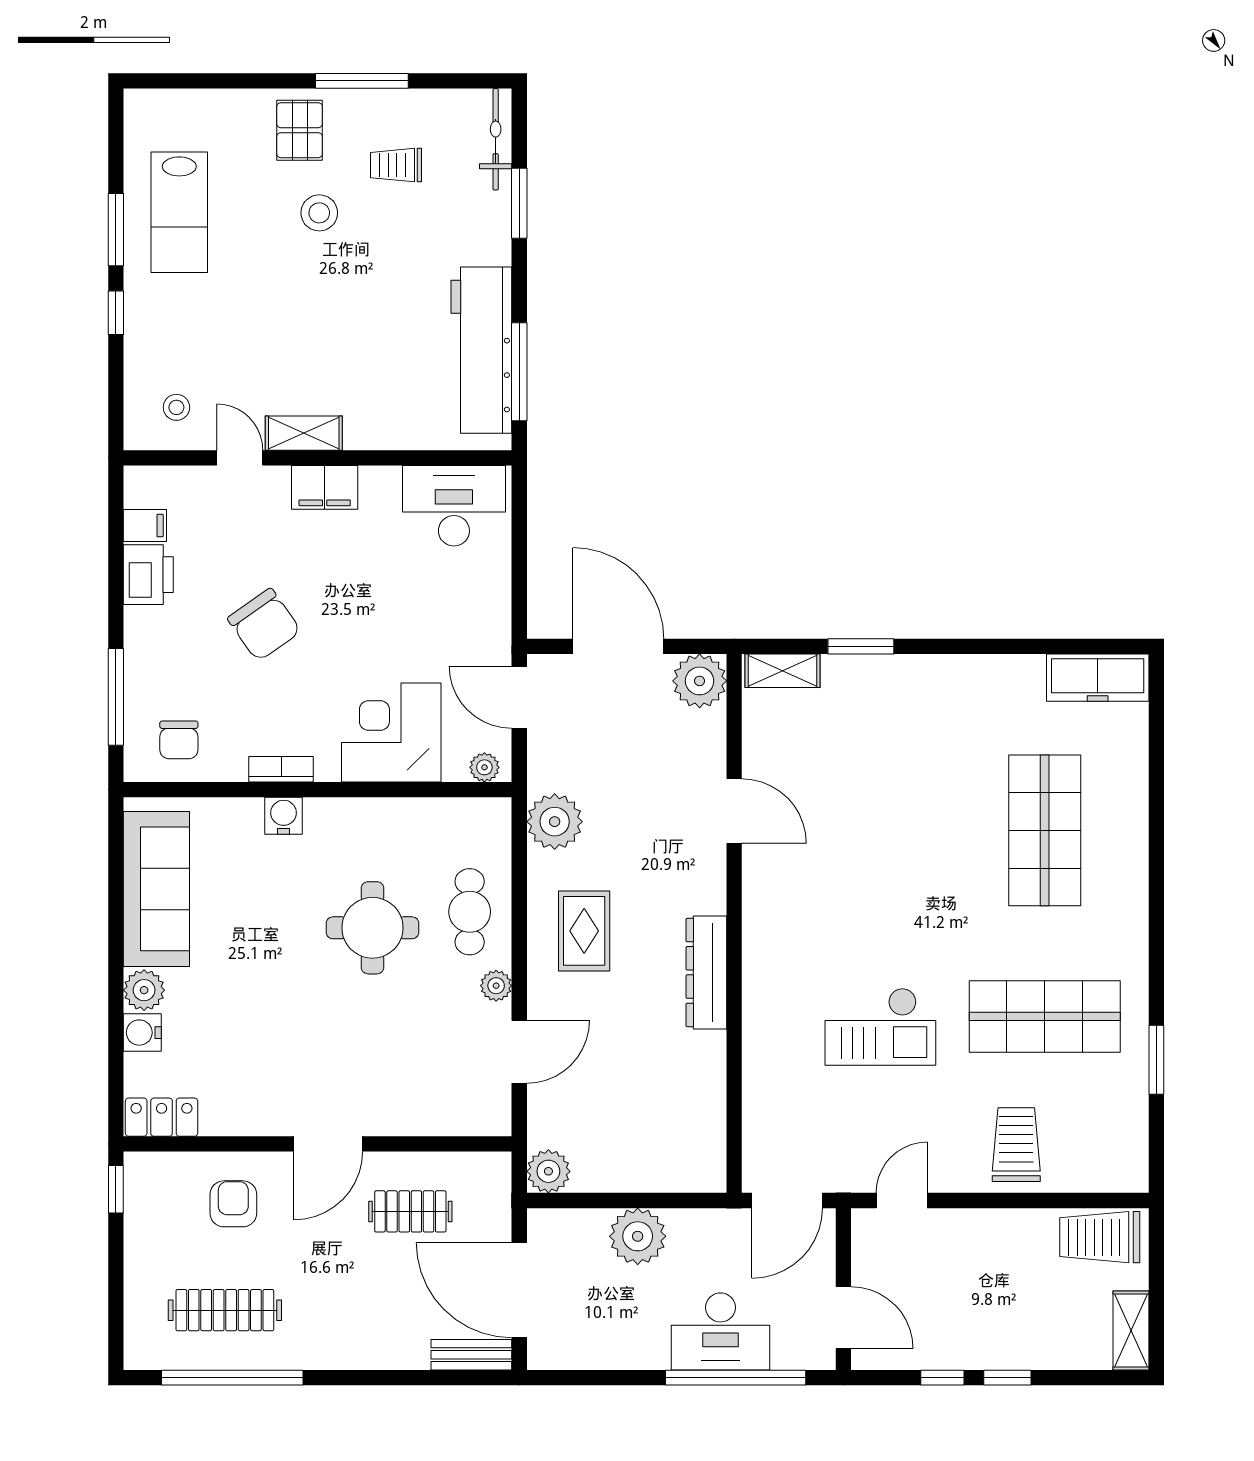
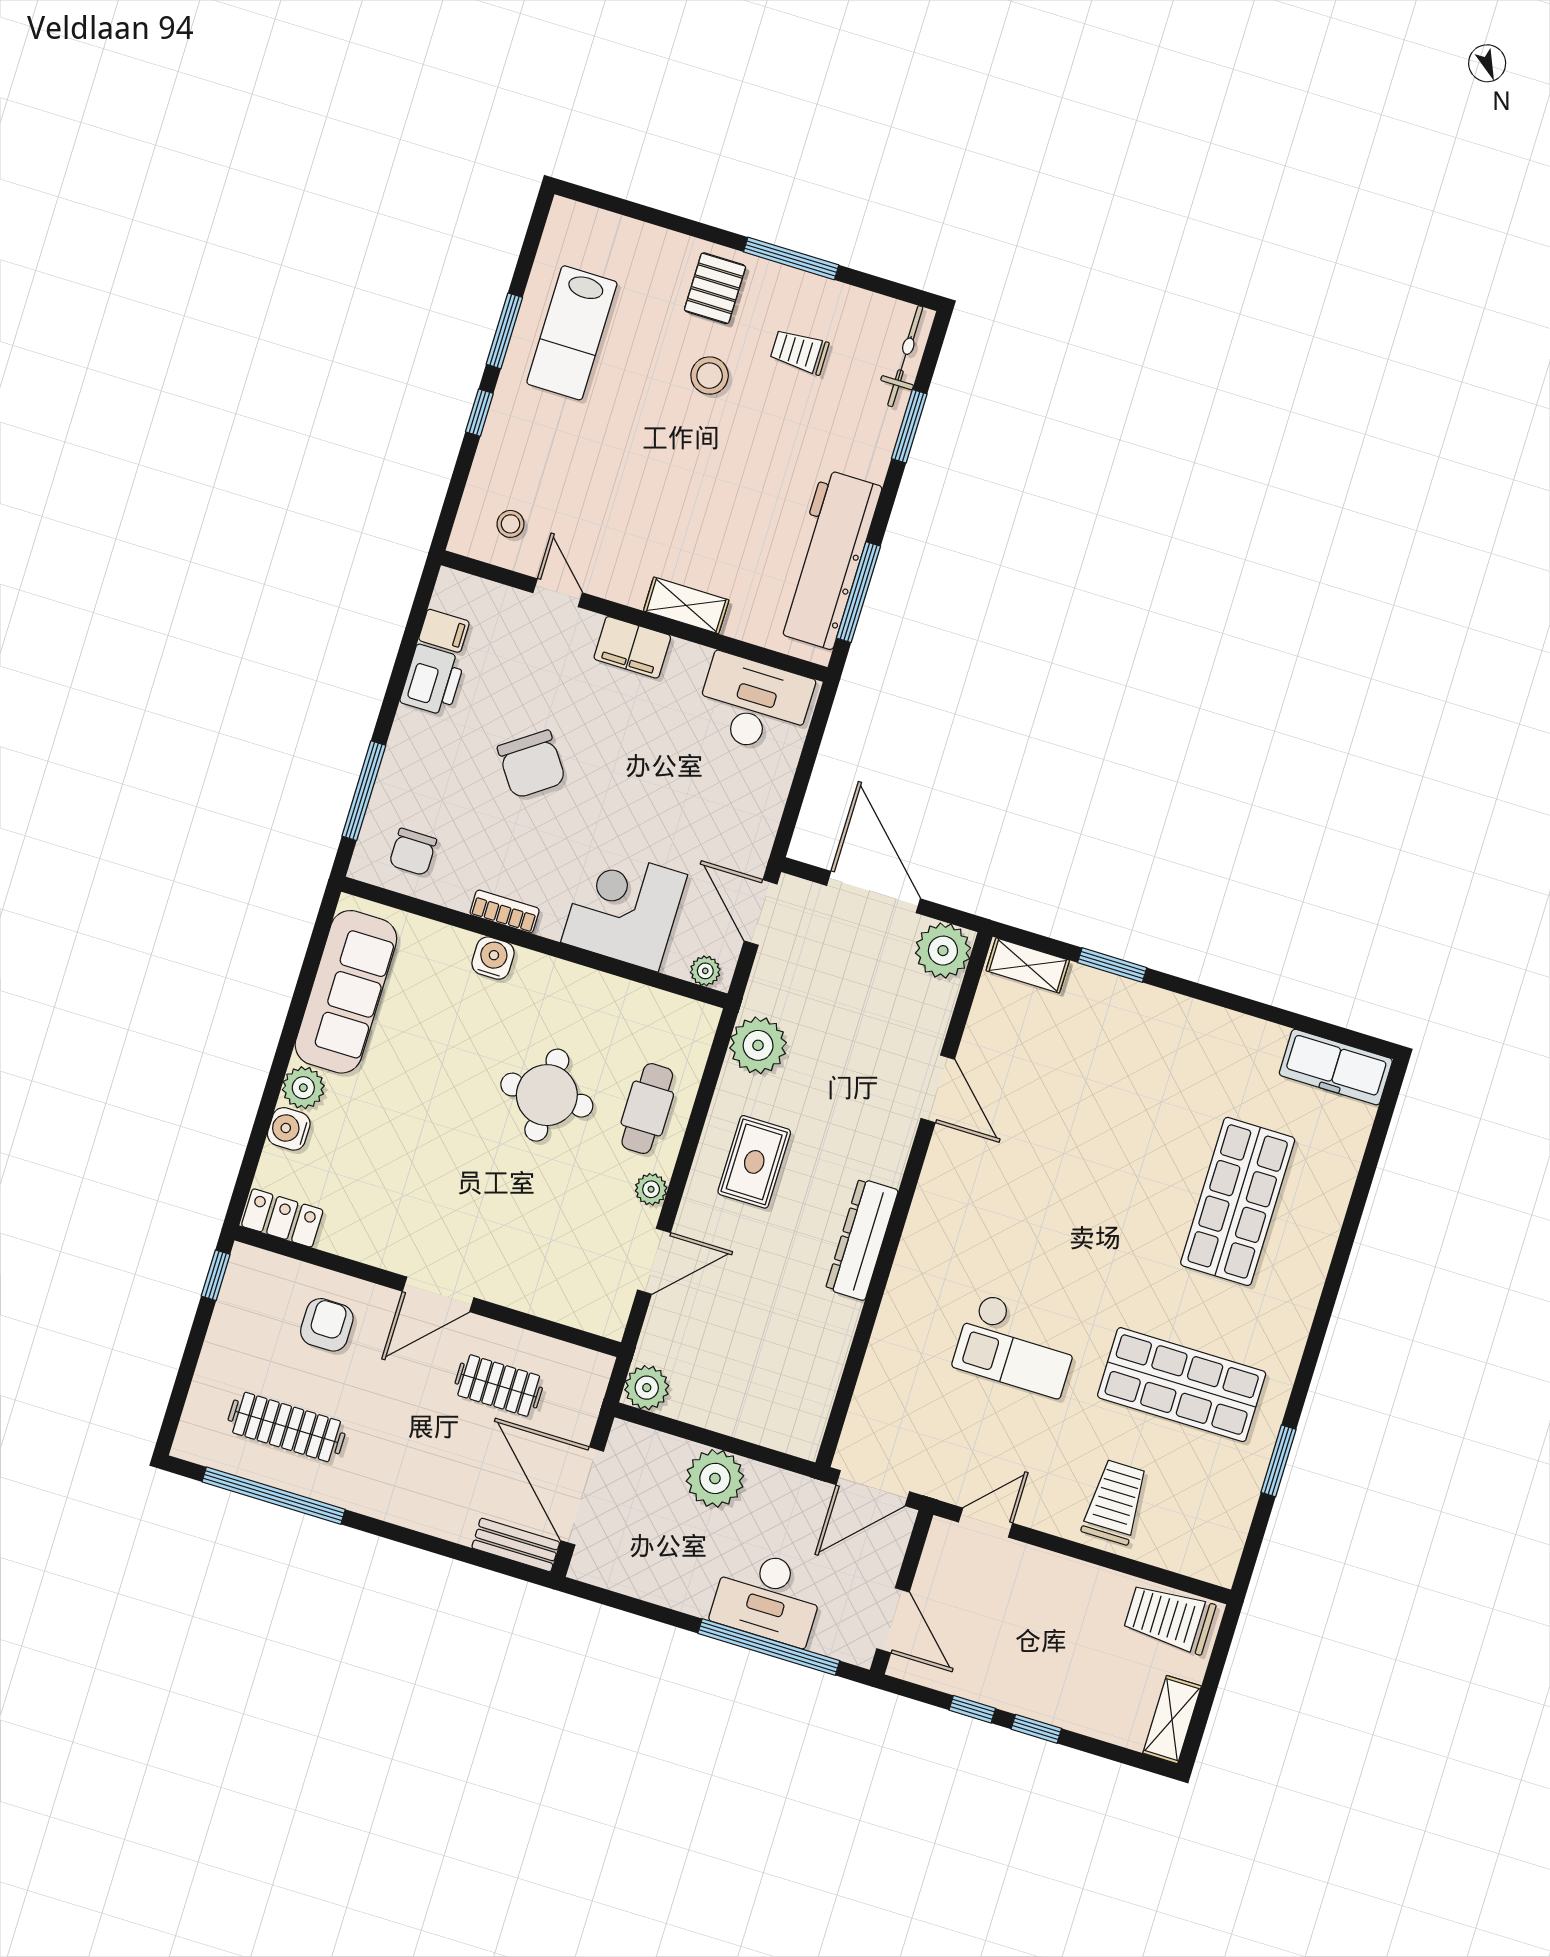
shelving: (304, 433) -> (686, 605), moved

